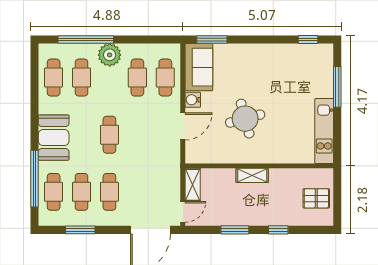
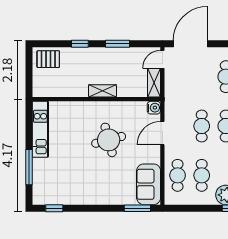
water cooler: (193, 100) -> (154, 108), moved
cafe table: (137, 135) -> (202, 126), added
pallet: (316, 198) -> (48, 59), moved

